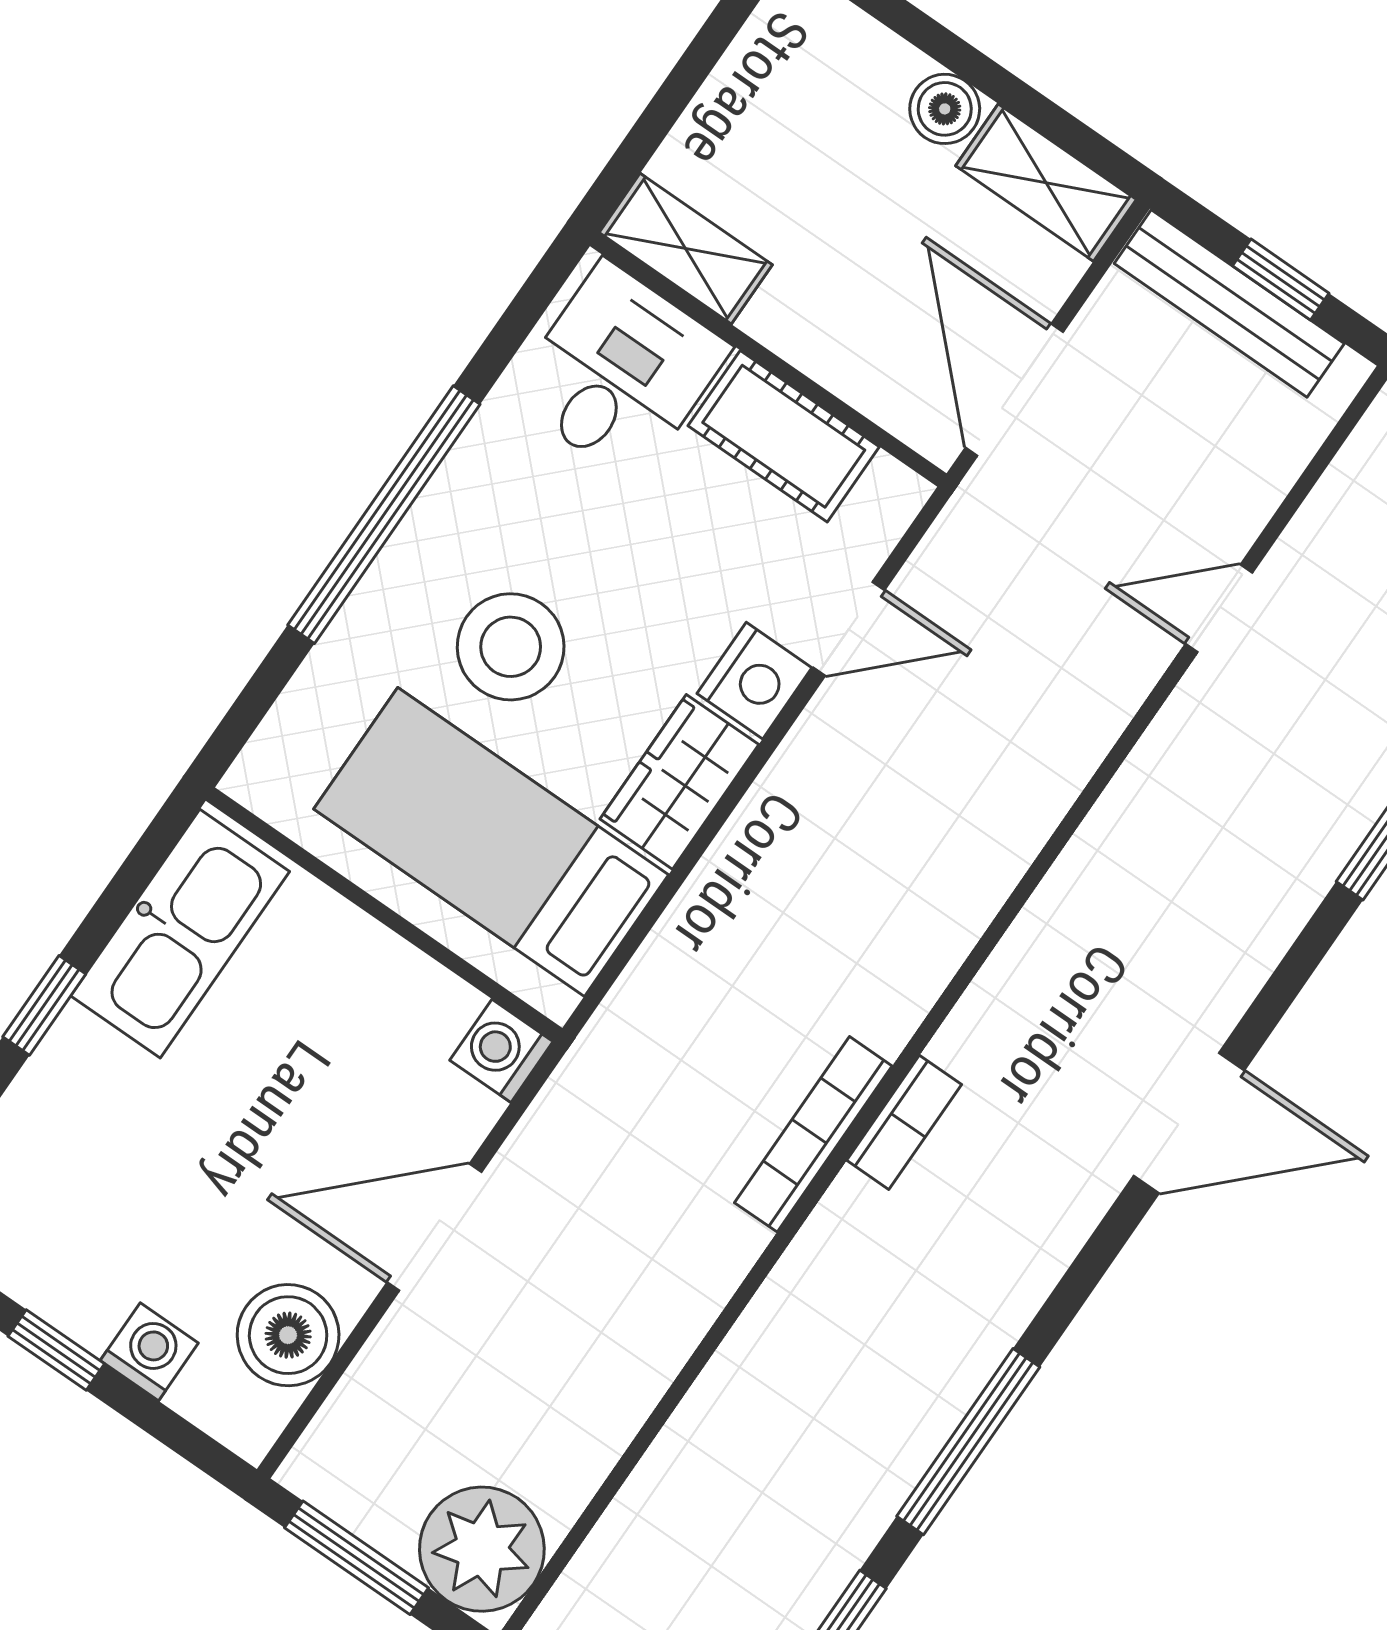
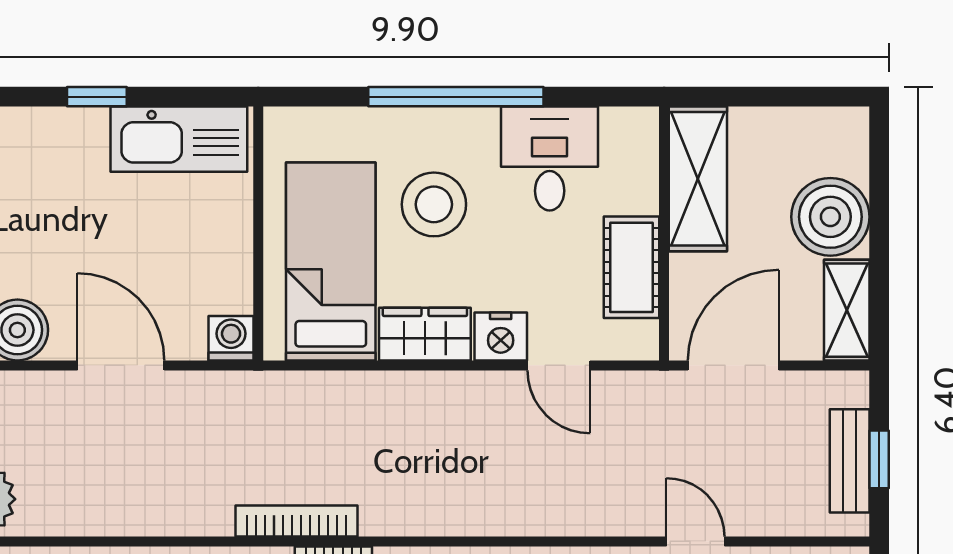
boiler: (945, 109) -> (830, 217), width x1.86, depth x1.86
shelving: (686, 249) -> (698, 179), width x1.50, depth x1.33
bench: (1229, 304) -> (850, 461), width x0.73
desk: (619, 372) -> (550, 158), moved, turned -90

